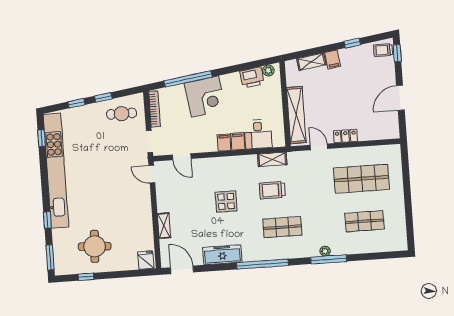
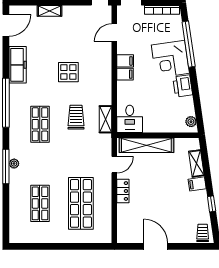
window: (397, 53) -> (199, 246), removed
printer: (252, 77) -> (183, 86), moved
desk: (258, 134) -> (130, 119), moved, turned -90
filing cabinet: (238, 141) -> (125, 61), moved

